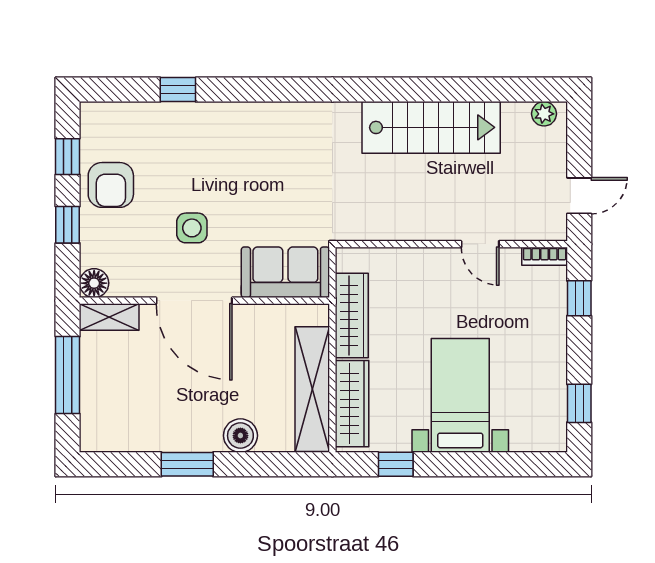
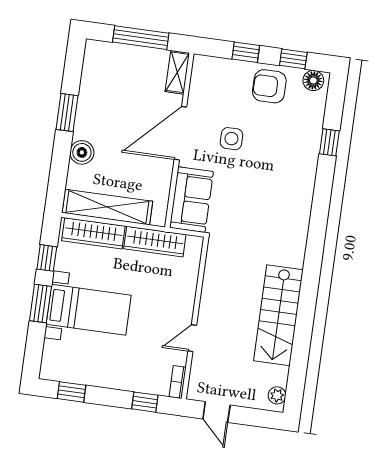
floor lamp: (94, 283) -> (313, 80), moved
window: (461, 464) -> (40, 304), added

